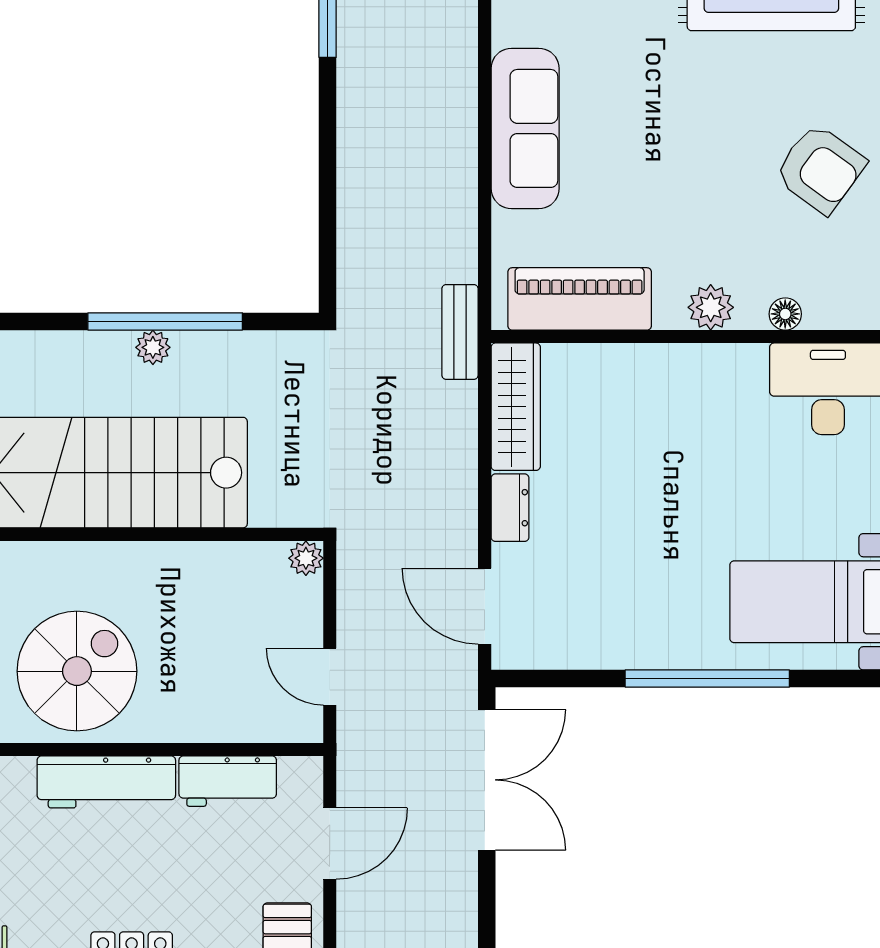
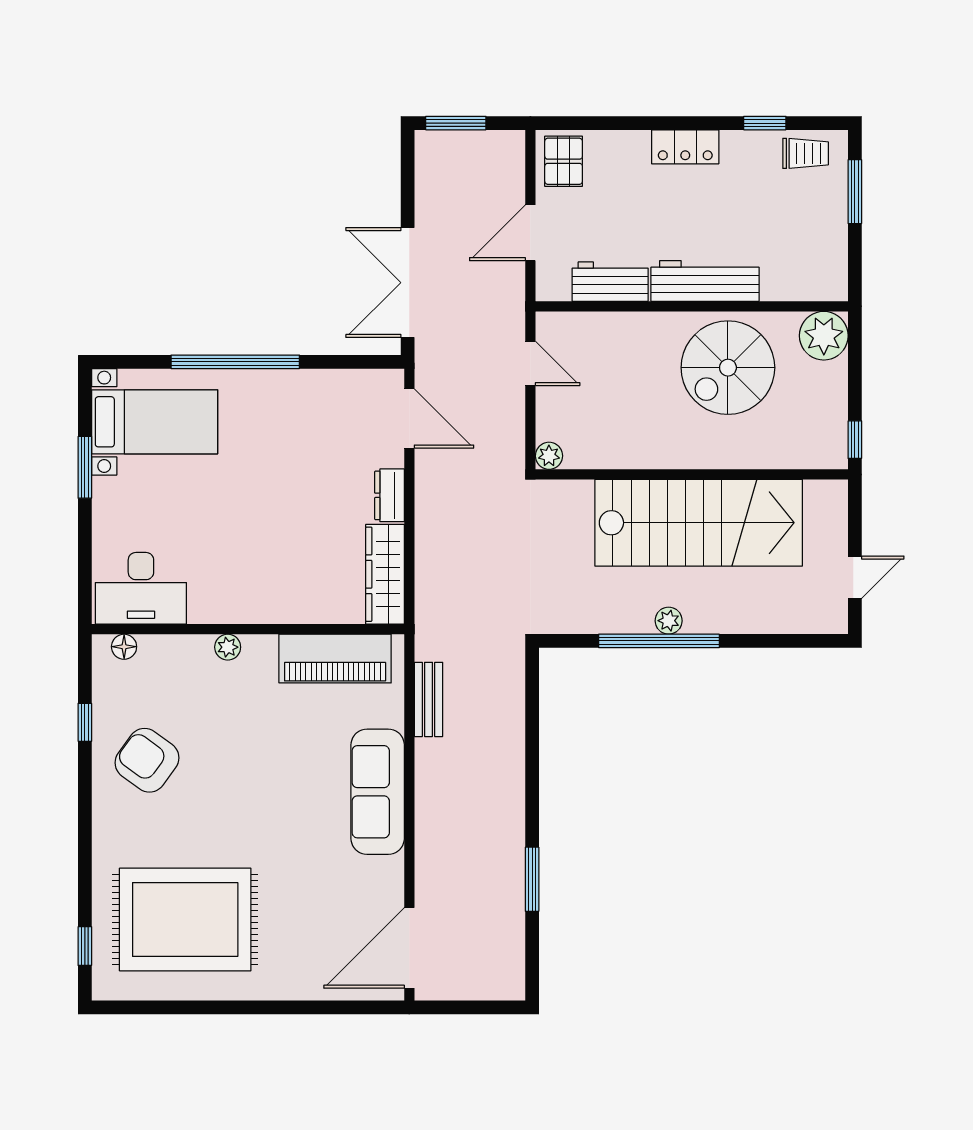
plant: (711, 307) -> (228, 647), width x0.73, depth x0.73
floor lamp: (785, 314) -> (124, 647), moved
bench: (460, 332) -> (429, 699), moved

